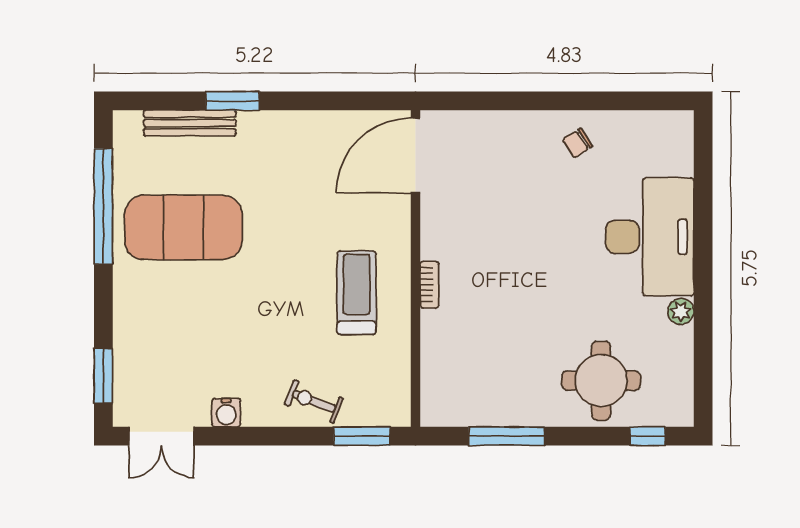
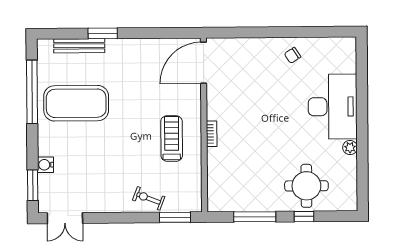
water cooler: (226, 413) -> (45, 165), moved, turned 90
window: (648, 436) -> (304, 216), moved

